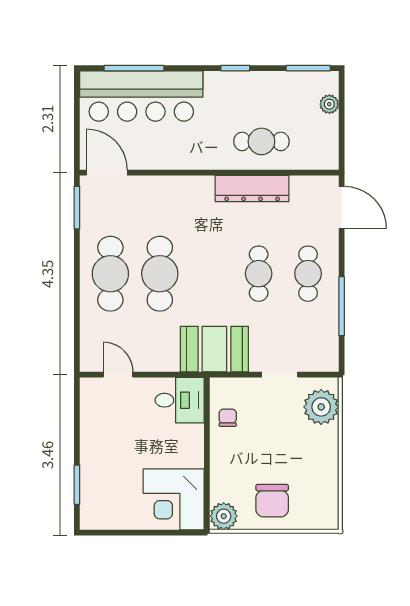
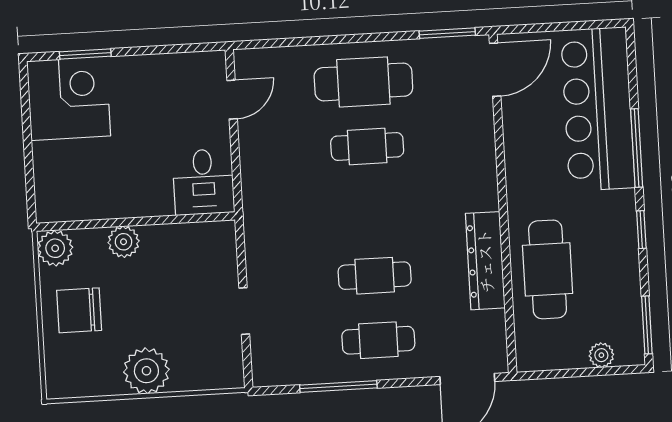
window: (134, 68) -> (637, 148), moved
cafe table: (261, 141) -> (548, 269), width x1.37, depth x1.35
cafe table: (160, 274) -> (367, 147), width x0.73, depth x0.74
booth: (214, 349) -> (273, 224), removed
plant: (321, 407) -> (146, 371), moved
chair: (228, 418) -> (184, 246), removed
plant: (222, 464) -> (124, 242), added
corner desk: (174, 499) -> (69, 99), moved, turned 90

